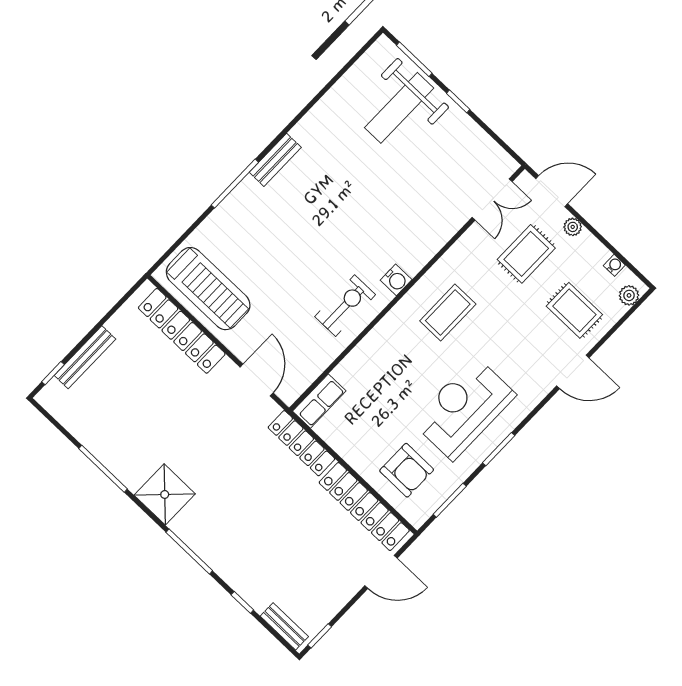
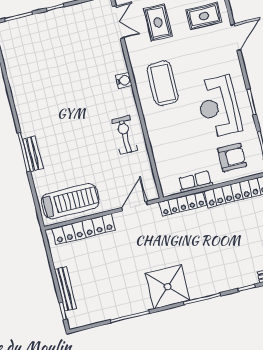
weight bench: (399, 108) -> (39, 41), removed
bench: (275, 160) -> (33, 154), moved
water cooler: (396, 280) -> (124, 81), moved
coffee table: (448, 312) -> (163, 83), width x1.36, depth x1.32
door: (257, 380) -> (134, 206), hinge flipped
row of seats: (319, 401) -> (195, 182), moved, turned -90
shower: (165, 494) -> (168, 287), width x1.37, depth x1.37

